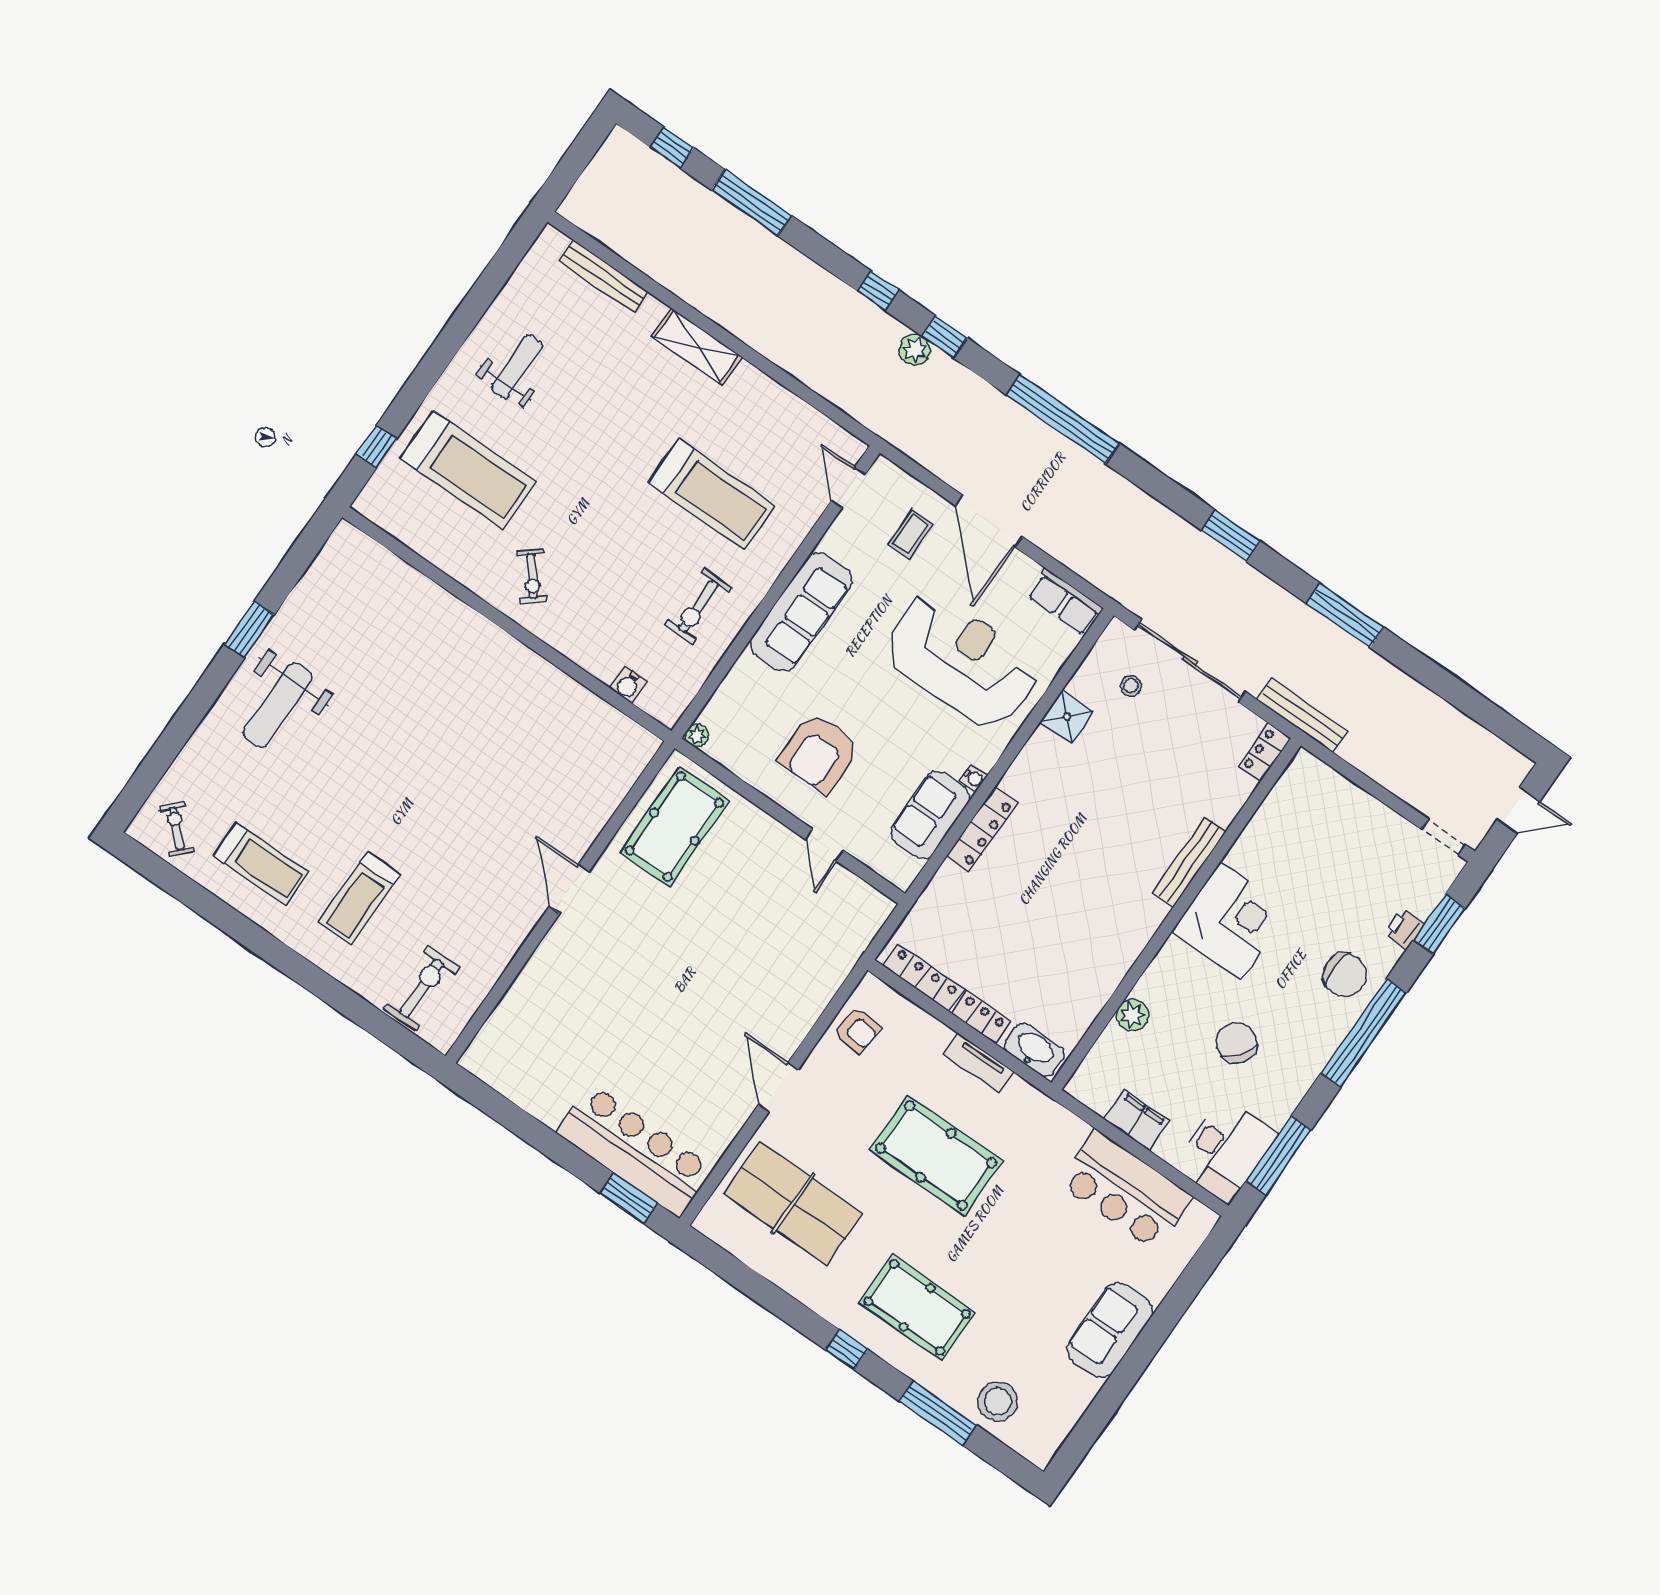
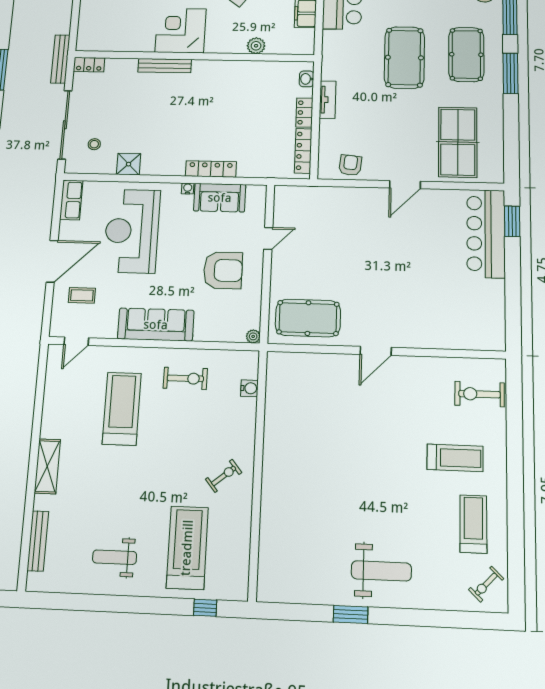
washbasin: (1034, 1050) -> (307, 79), width x0.52, depth x0.69
pool table: (936, 1155) -> (404, 58), moved
window: (847, 1350) -> (510, 73), width x2.17

